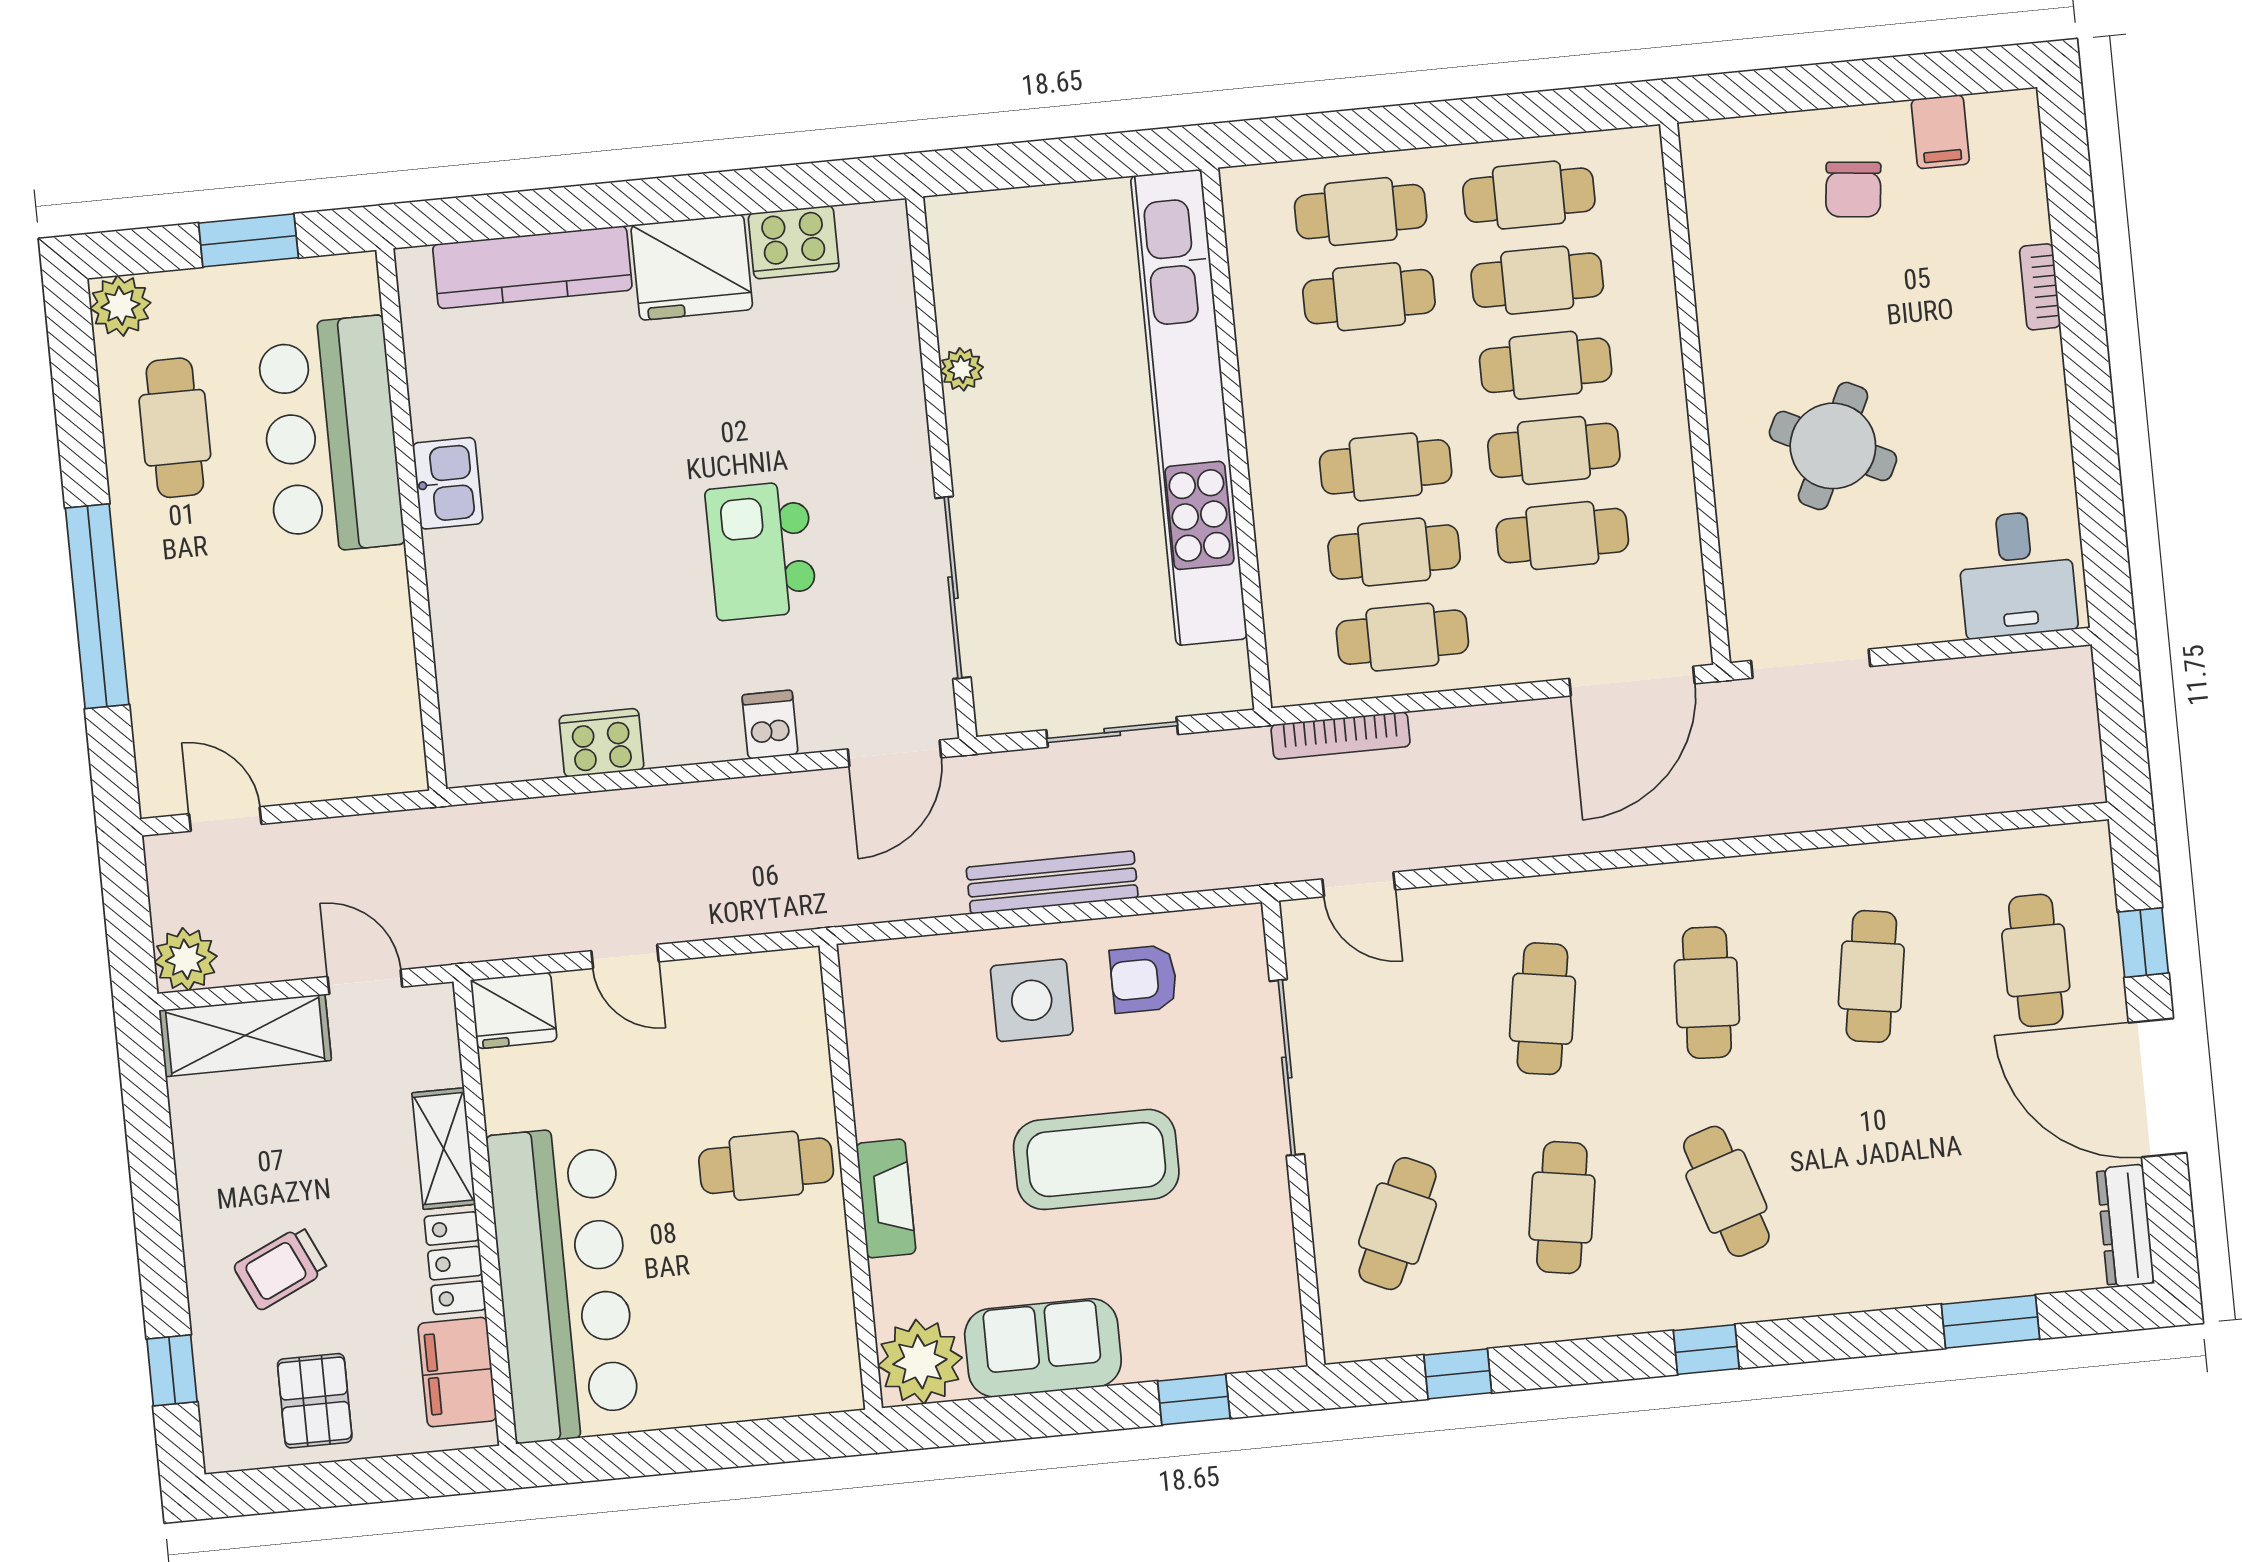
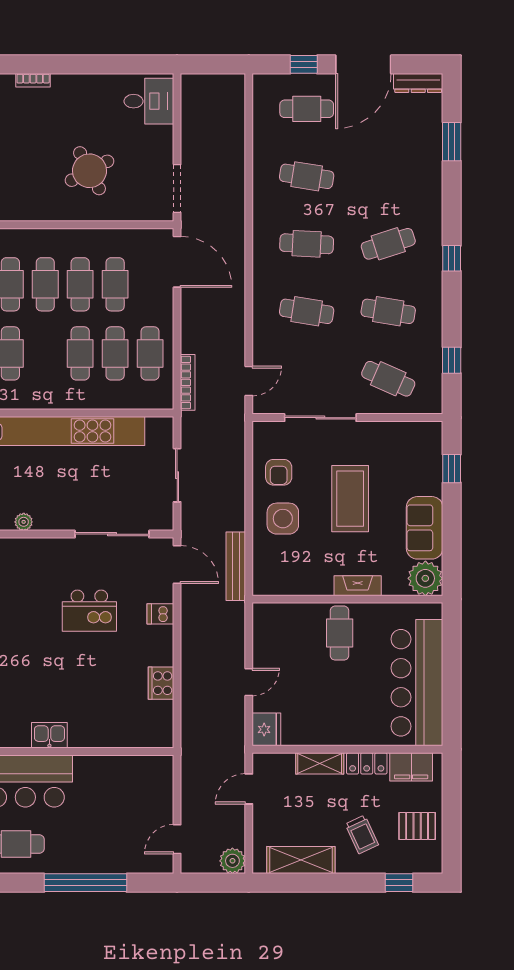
round table: (1833, 446) -> (89, 171), turned 36
bench: (1052, 882) -> (236, 566), moved
shelving: (245, 1035) -> (301, 860), moved, turned 90
bar counter: (563, 1284) -> (417, 683), moved, turned -90

